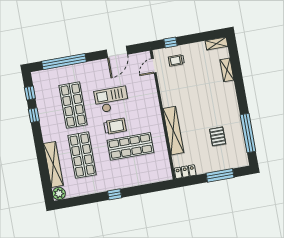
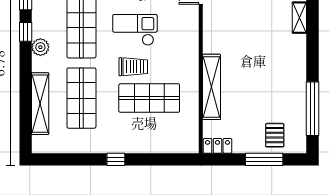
pallet: (218, 136) -> (275, 135), moved
plant: (59, 194) -> (40, 47), moved

